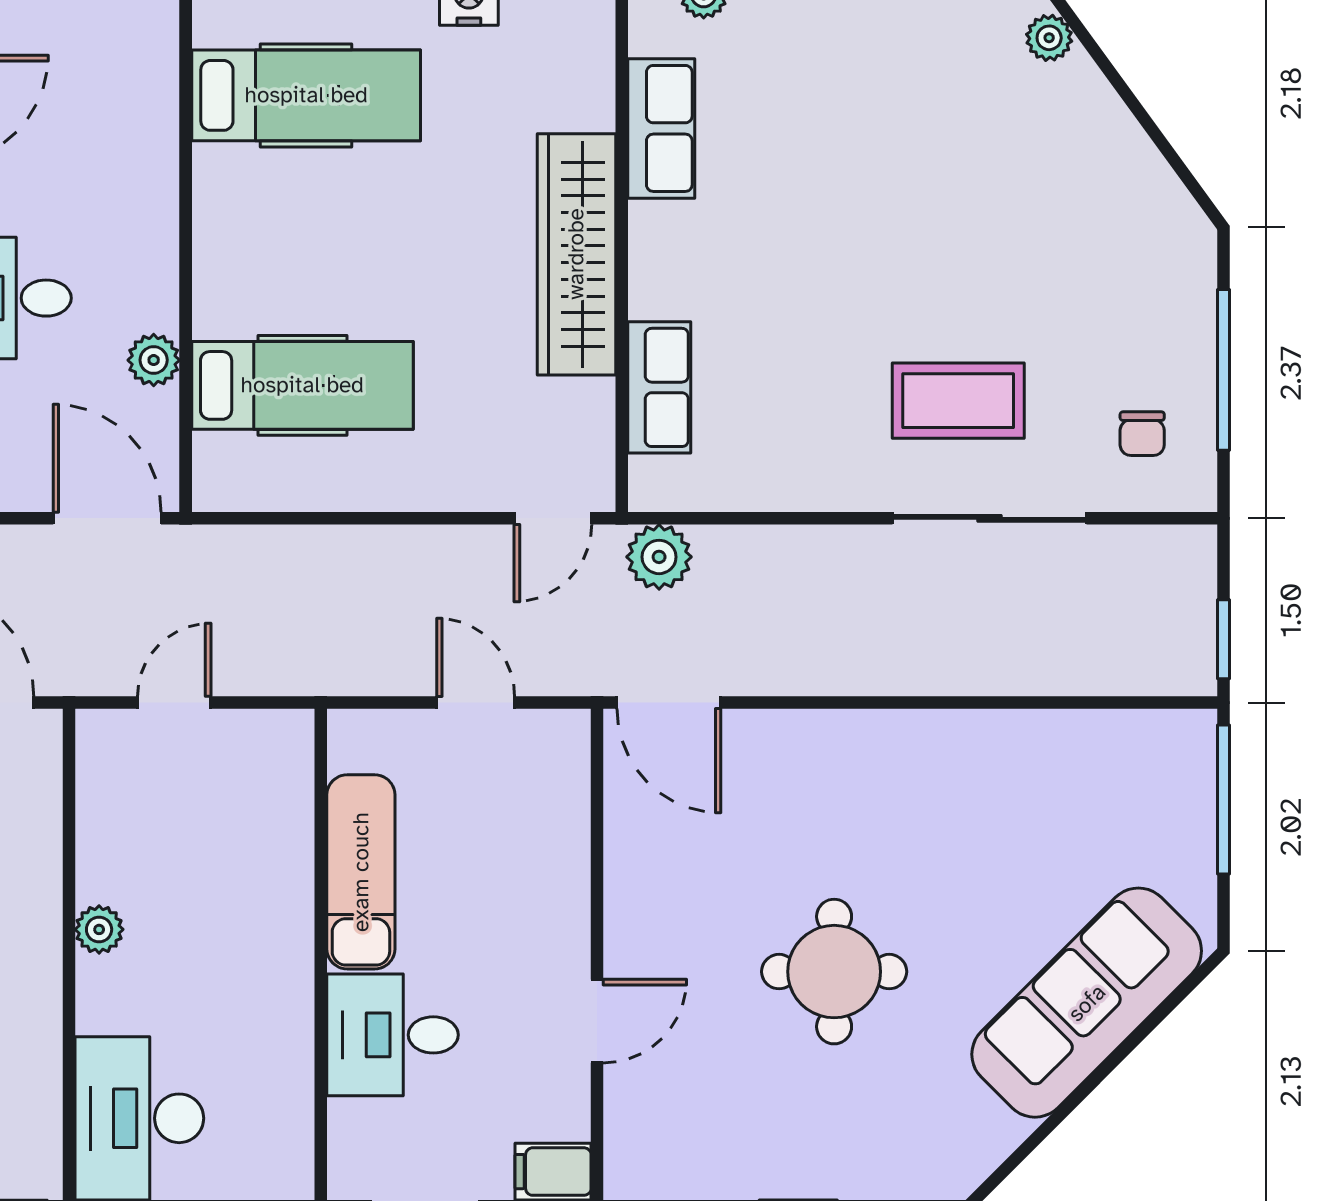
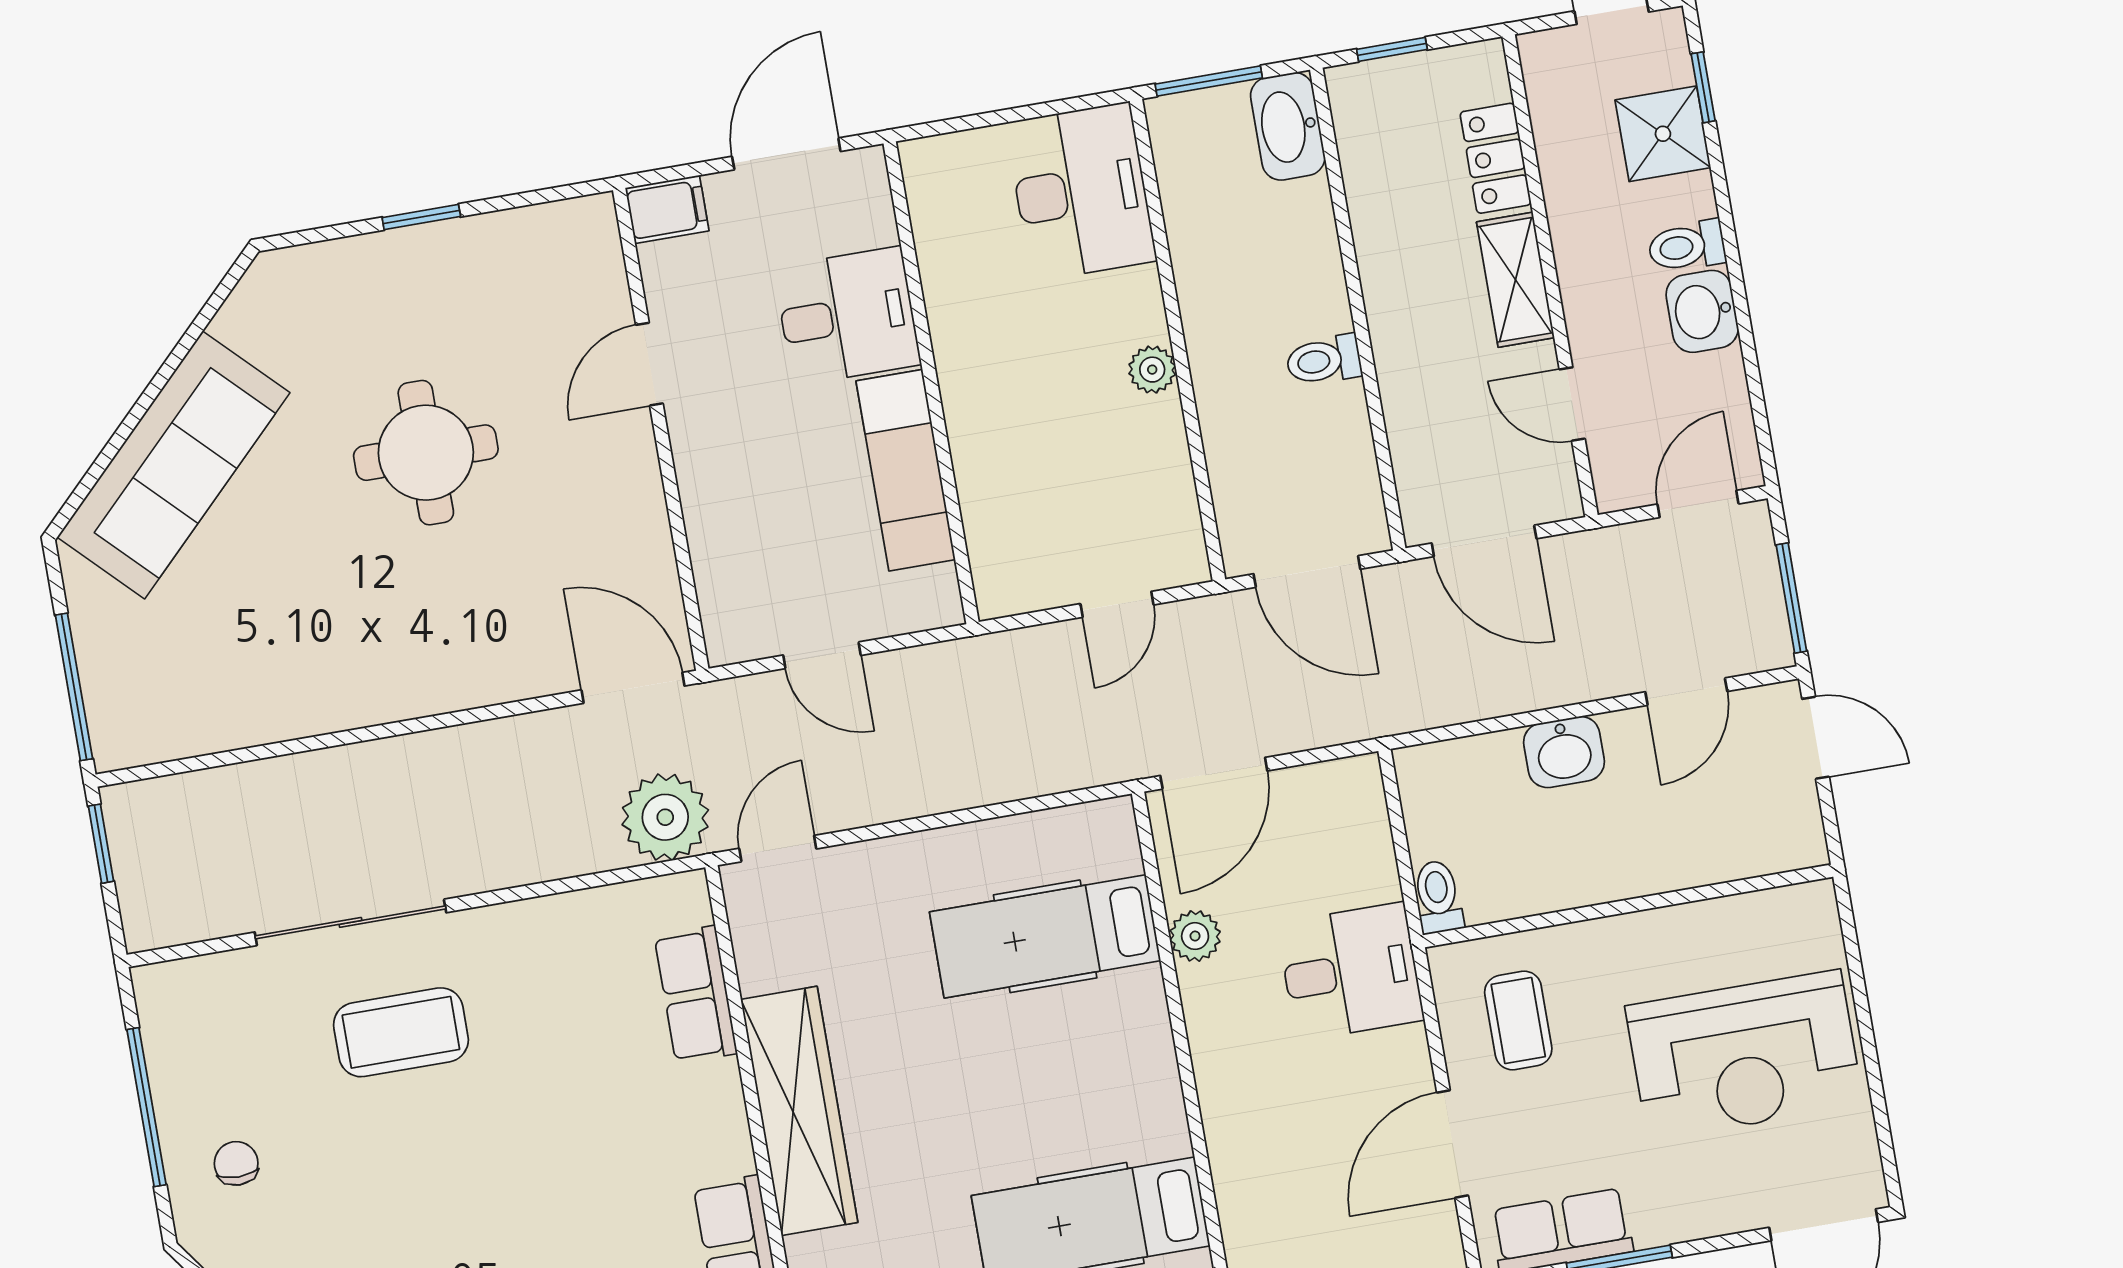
chair: (1142, 434) -> (236, 1163), moved
door: (107, 518) -> (1214, 773), hinge flipped
plant: (659, 557) -> (665, 817), width x1.36, depth x1.36

